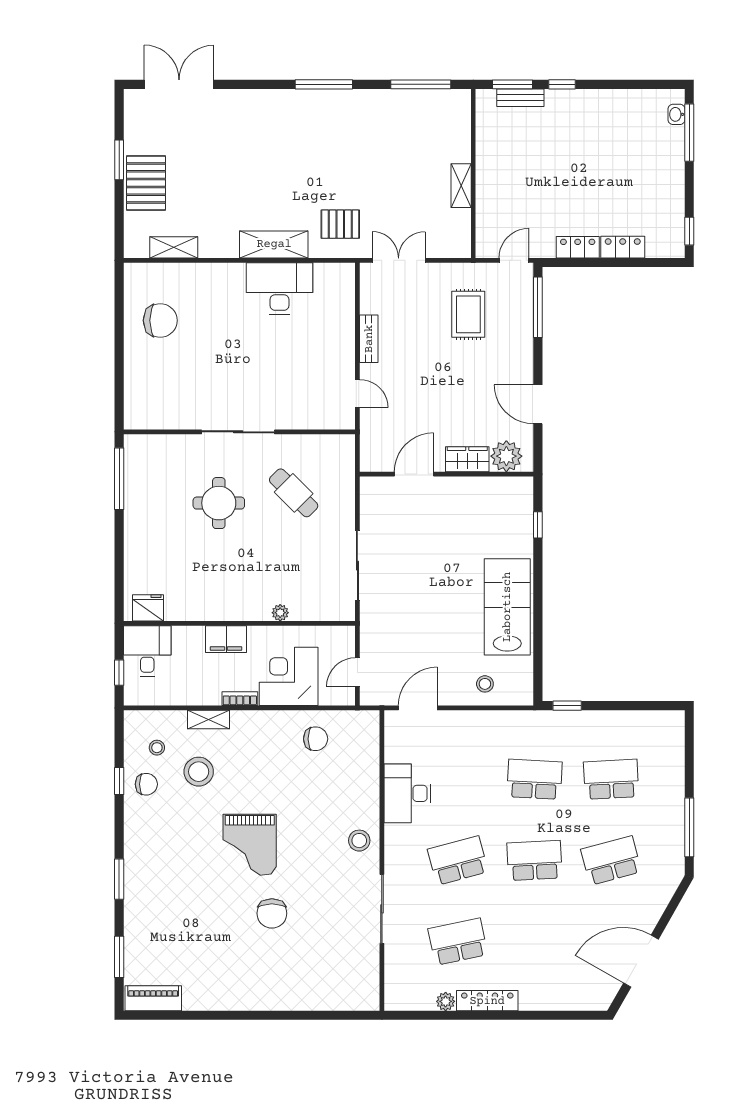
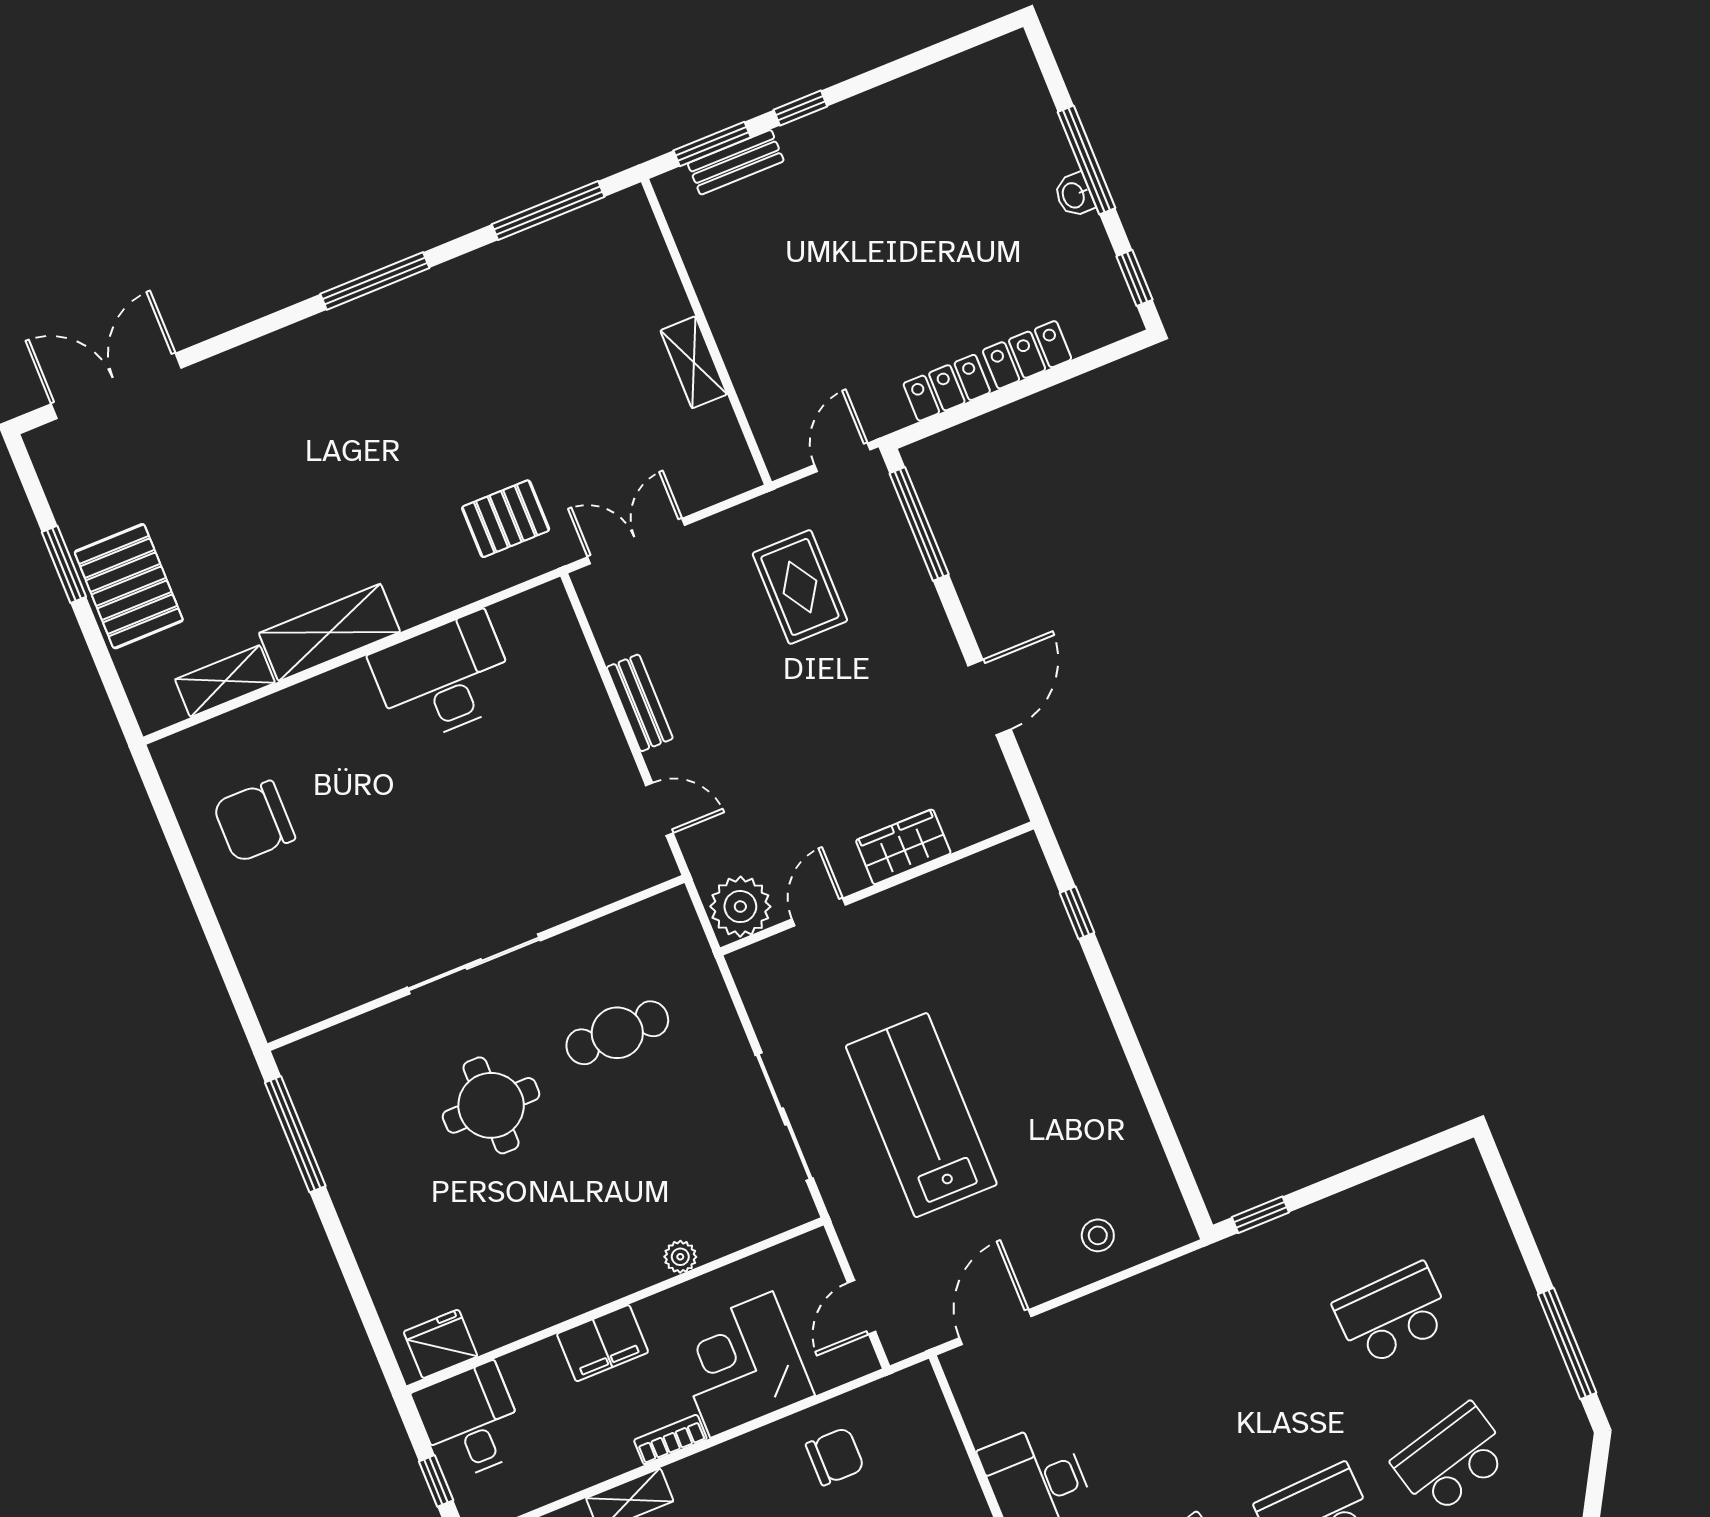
washbasin: (676, 114) -> (1074, 195), moved
window: (689, 133) -> (1087, 160), moved
shelving: (274, 244) -> (330, 633), moved
chair: (160, 320) -> (254, 822), turned 180
door: (538, 404) -> (989, 697), swing flipped
plant: (506, 456) -> (740, 907), moved
door: (414, 474) -> (819, 912), width x0.73
cafe table: (294, 493) -> (617, 1033), turned -45
lab bench: (507, 607) -> (921, 1115), moved
school desk: (534, 779) -> (1256, 1370), removed

